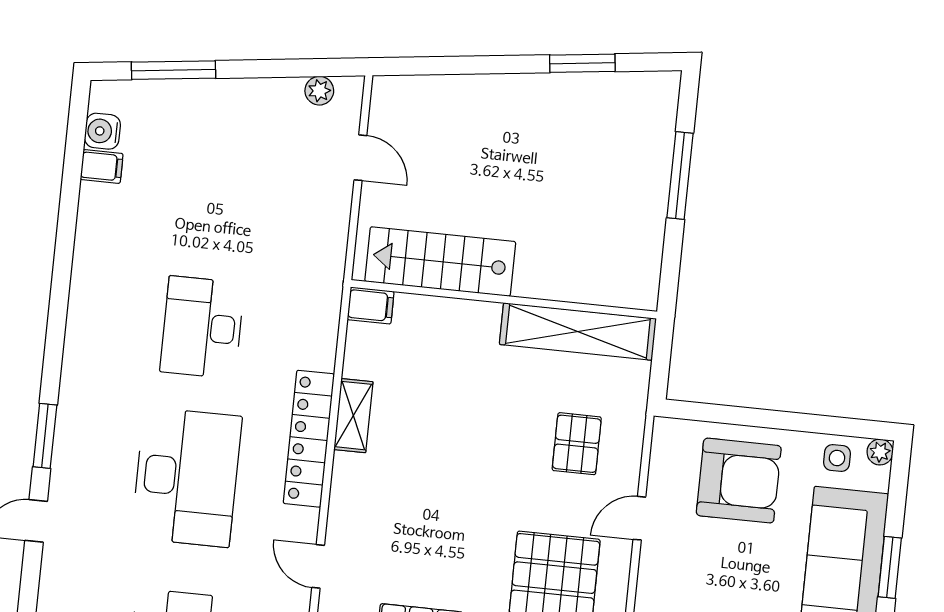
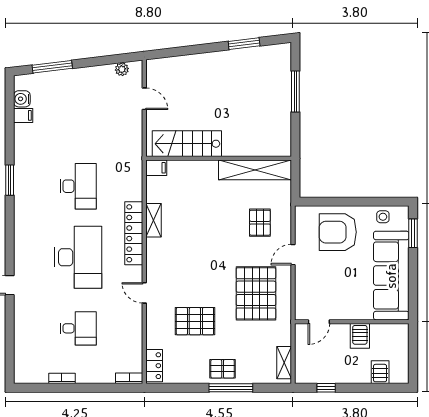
desk: (202, 327) -> (78, 186), turned 180
window: (45, 436) -> (10, 180), moved
plant: (880, 452) -> (403, 212), removed
armchair: (739, 481) -> (338, 232), turned 180
window: (890, 567) -> (413, 233), moved

